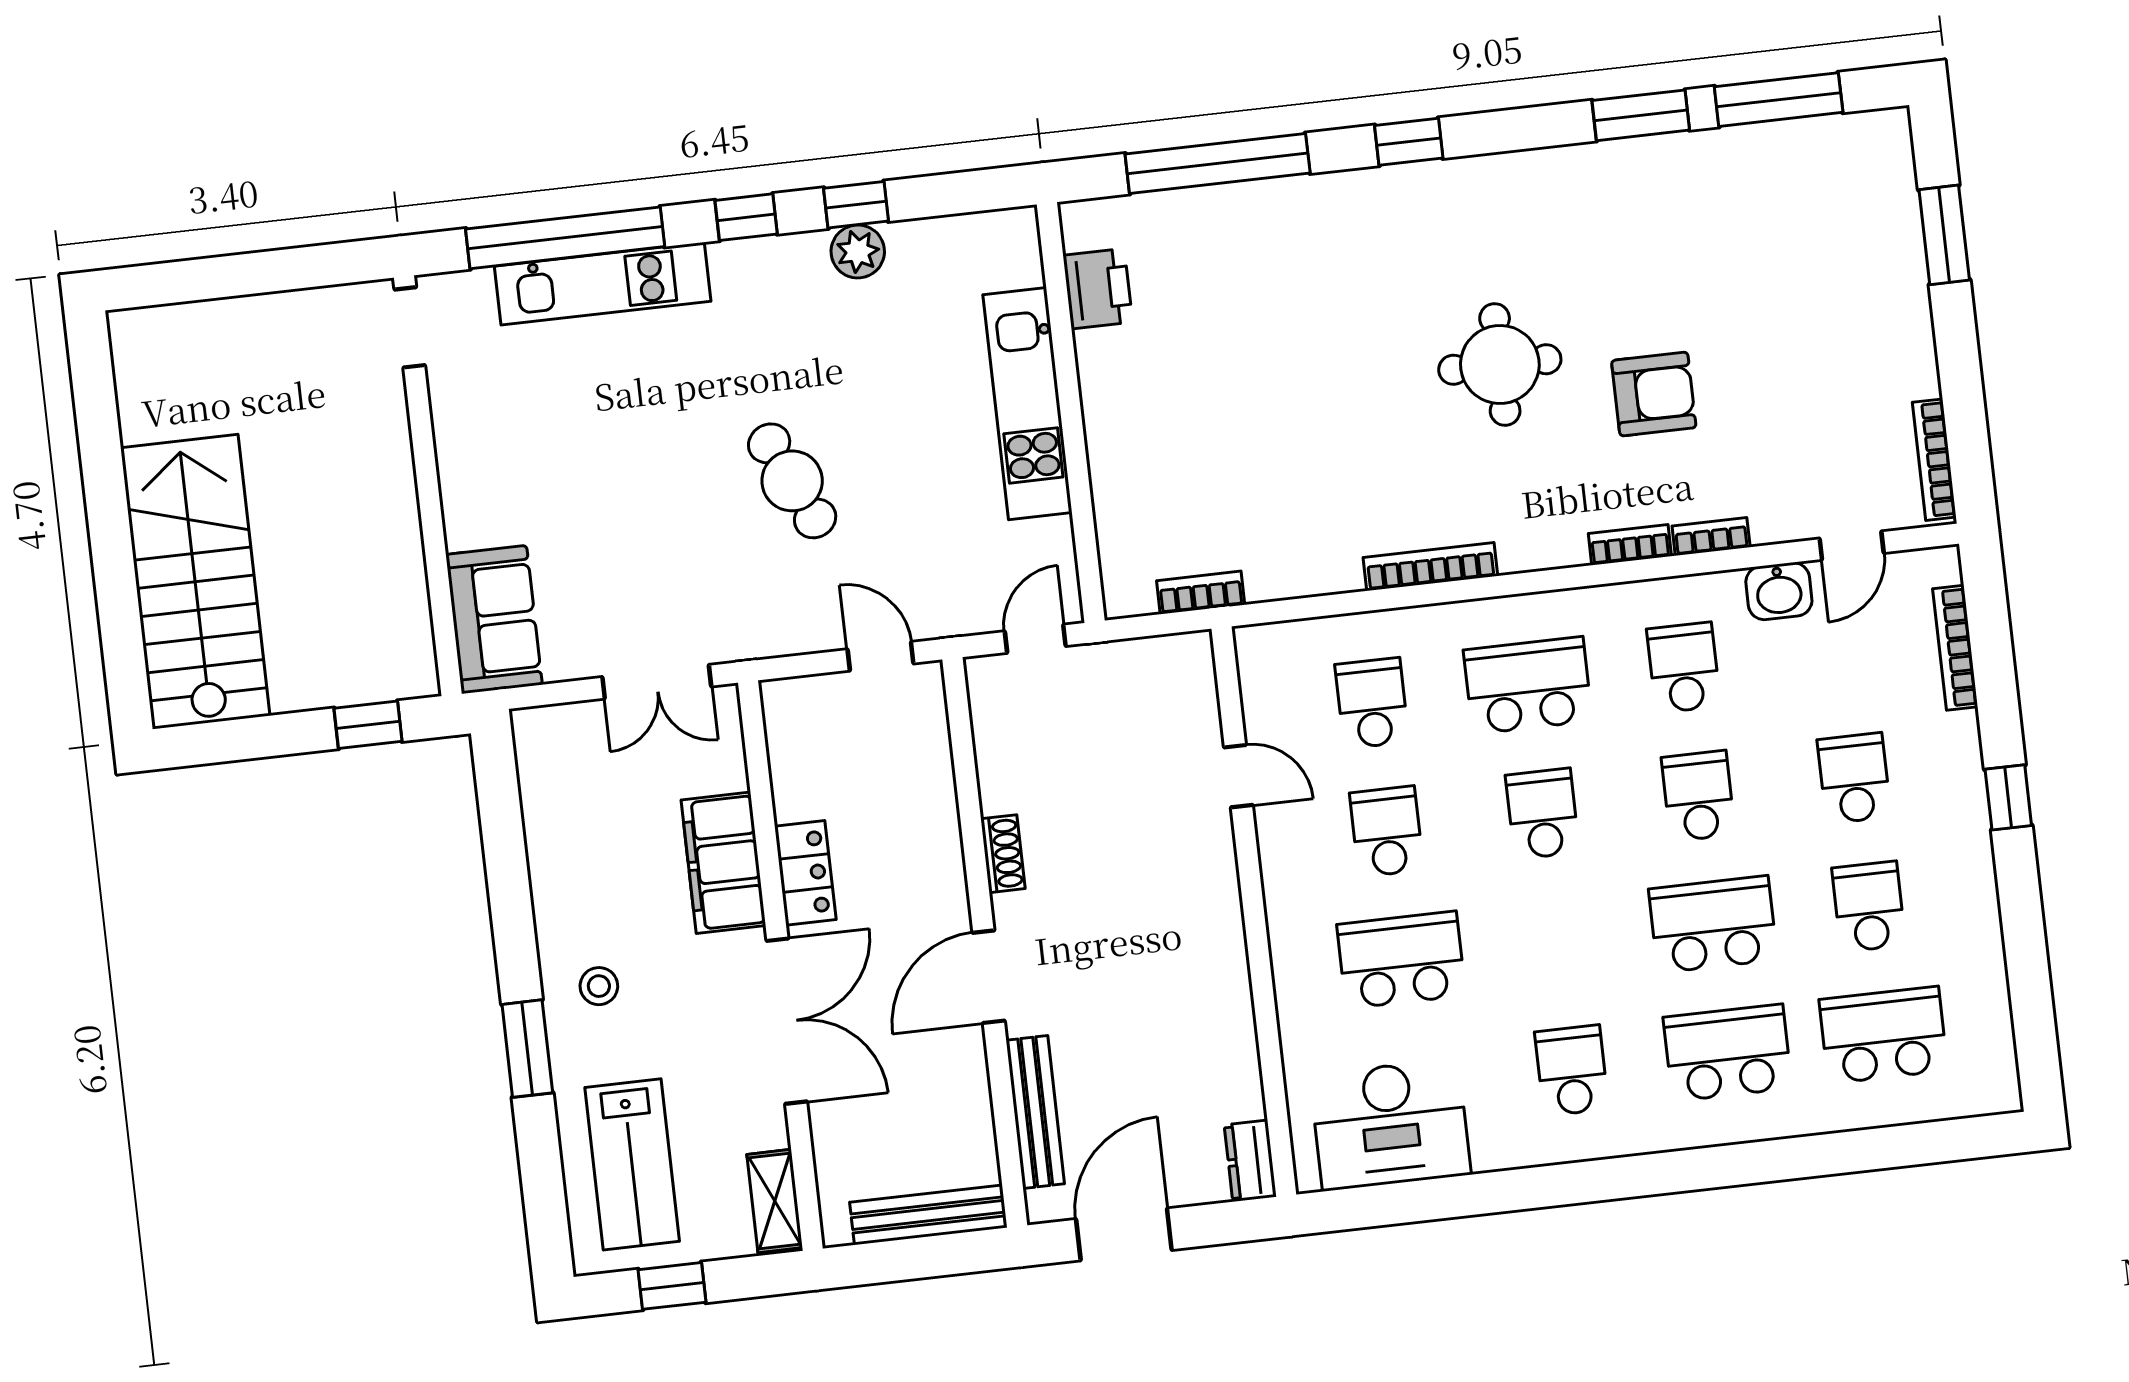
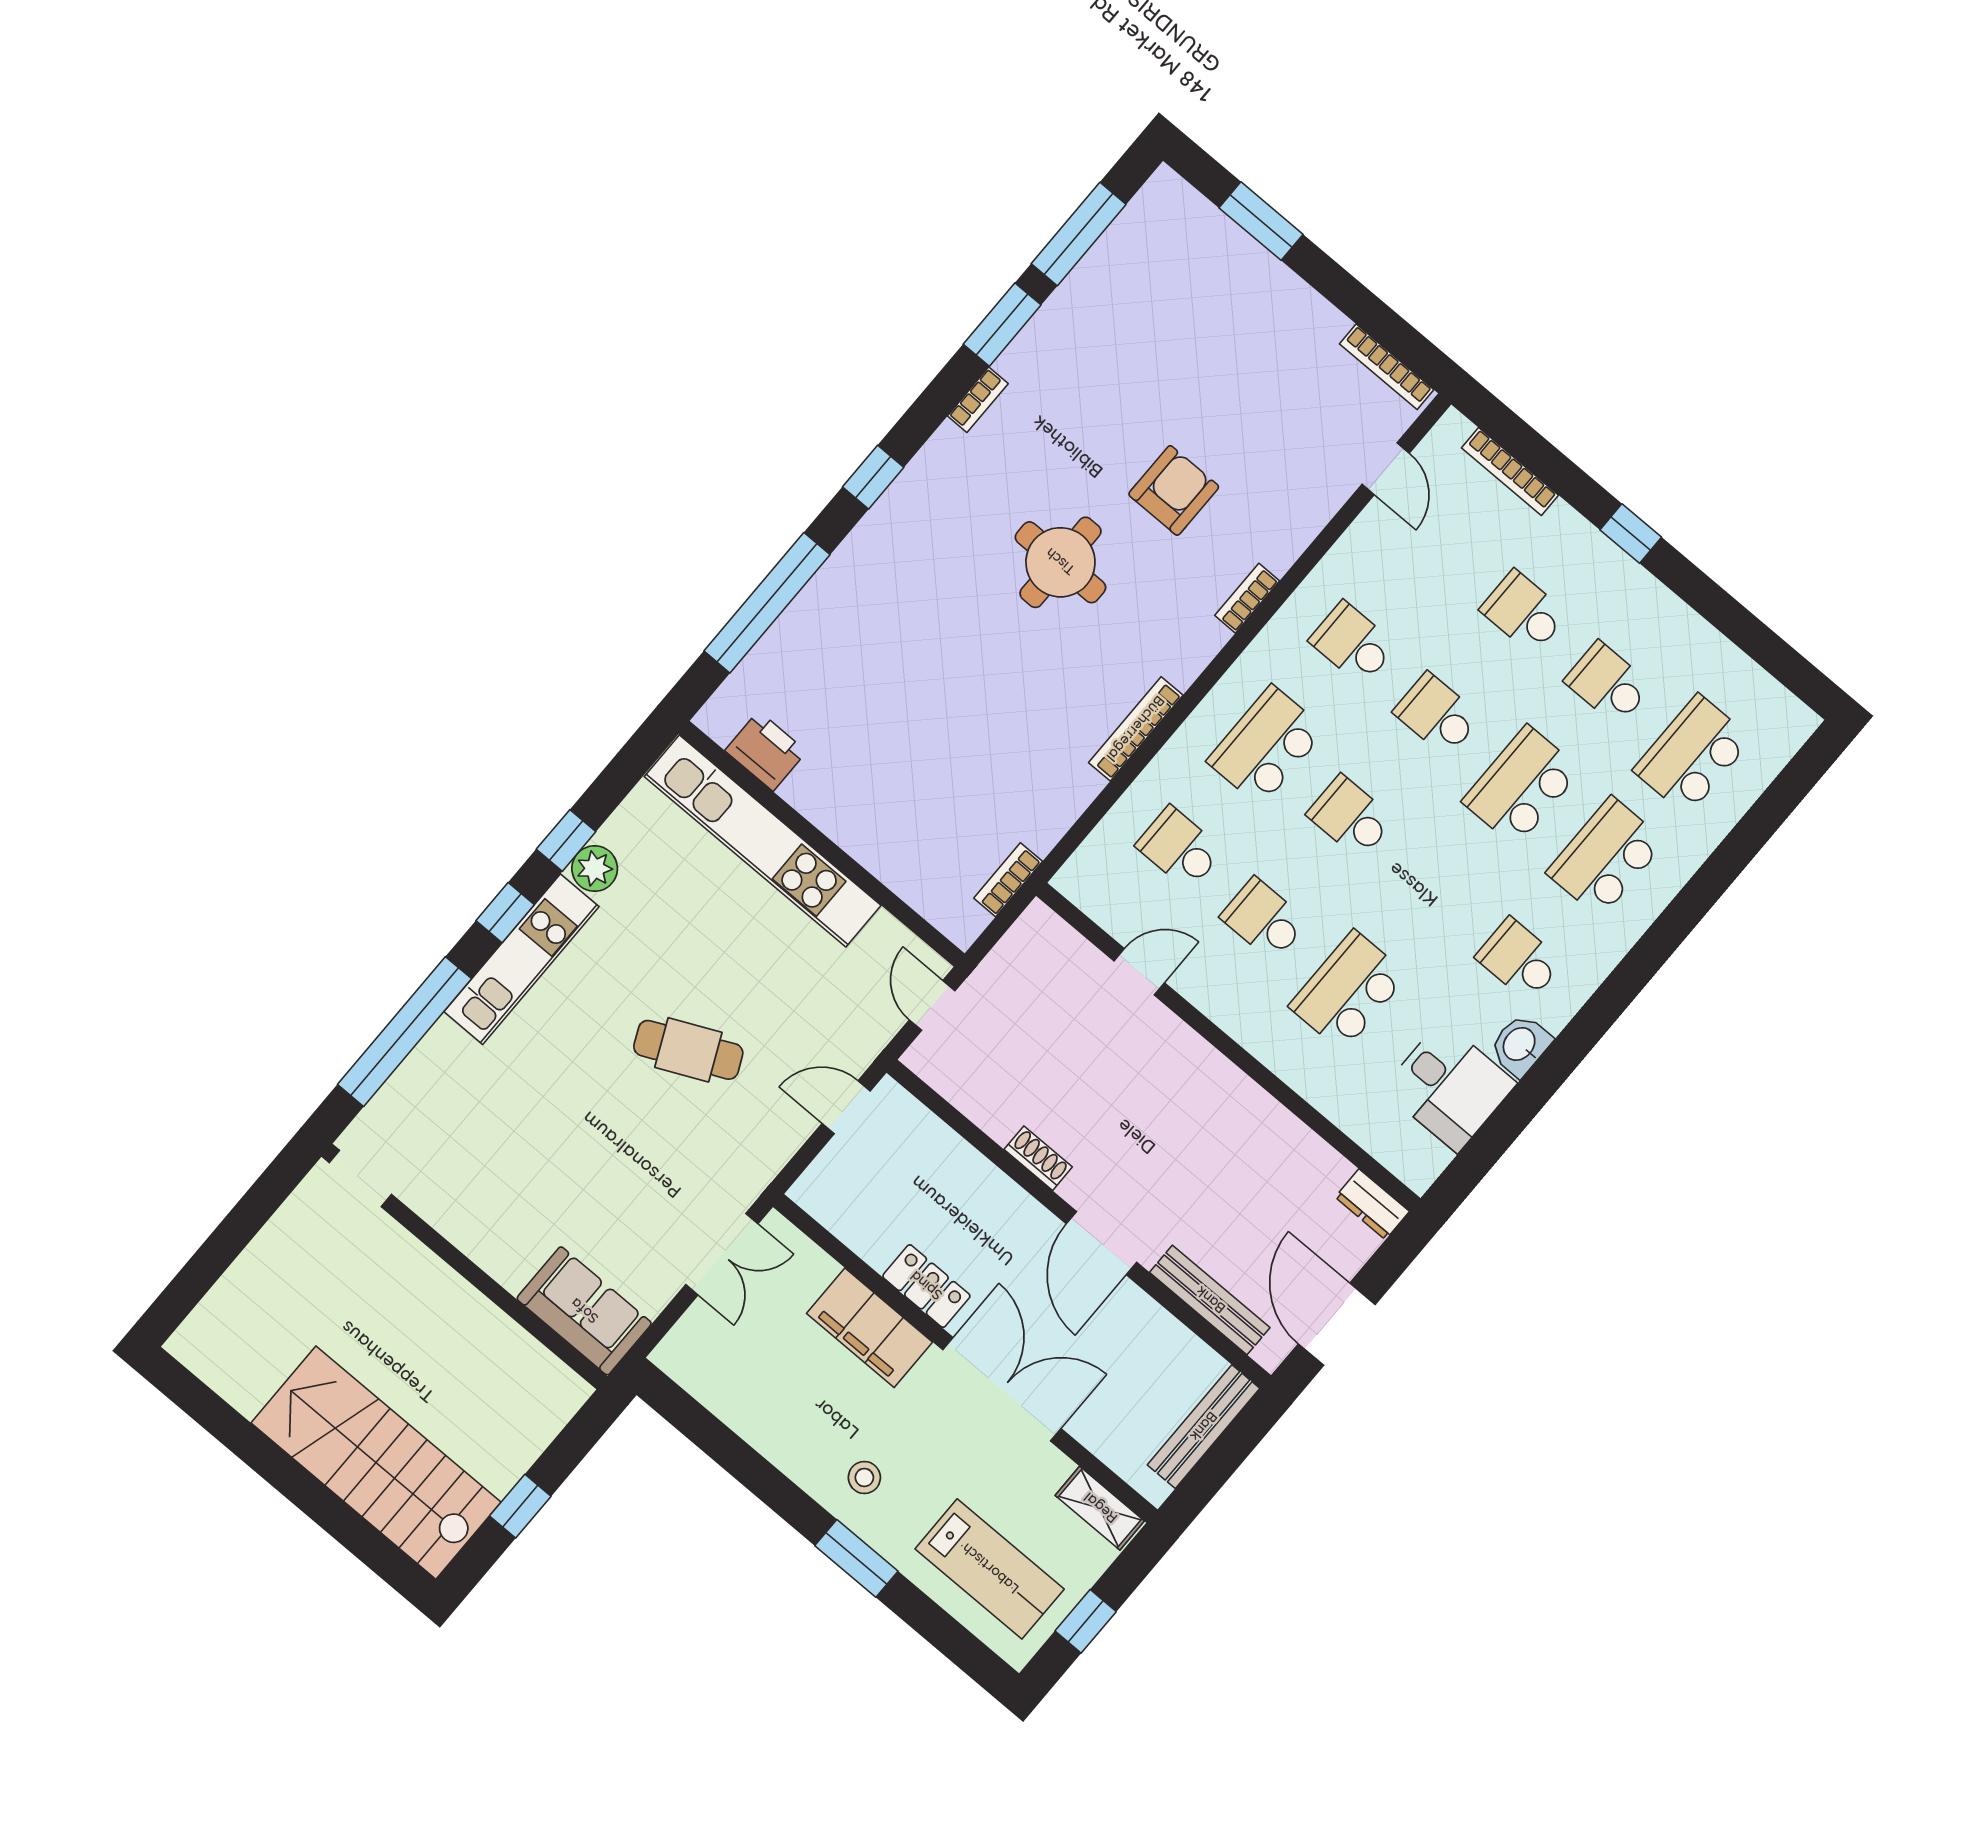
kitchen unit: (603, 284) -> (522, 959), moved
kitchen unit: (1028, 404) -> (763, 841), width x1.36
bookcase: (1711, 536) -> (978, 400), moved, turned 180
washbasin: (1779, 591) -> (1520, 1045), moved, turned 180
window: (368, 725) -> (520, 1506), moved
desk: (1390, 1125) -> (1449, 1086), width x0.73

